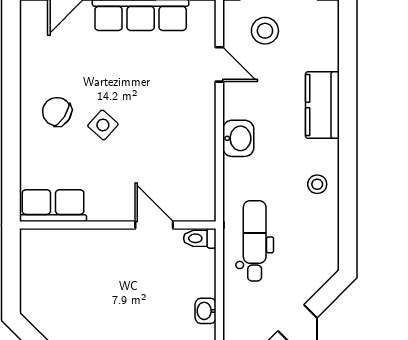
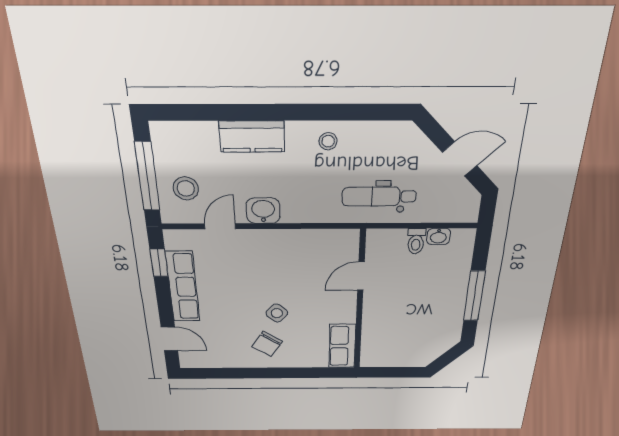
washbasin: (238, 138) -> (263, 211), moved
toilet: (200, 238) -> (416, 241), moved

